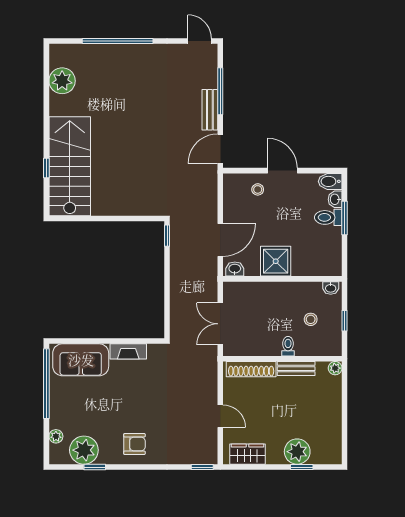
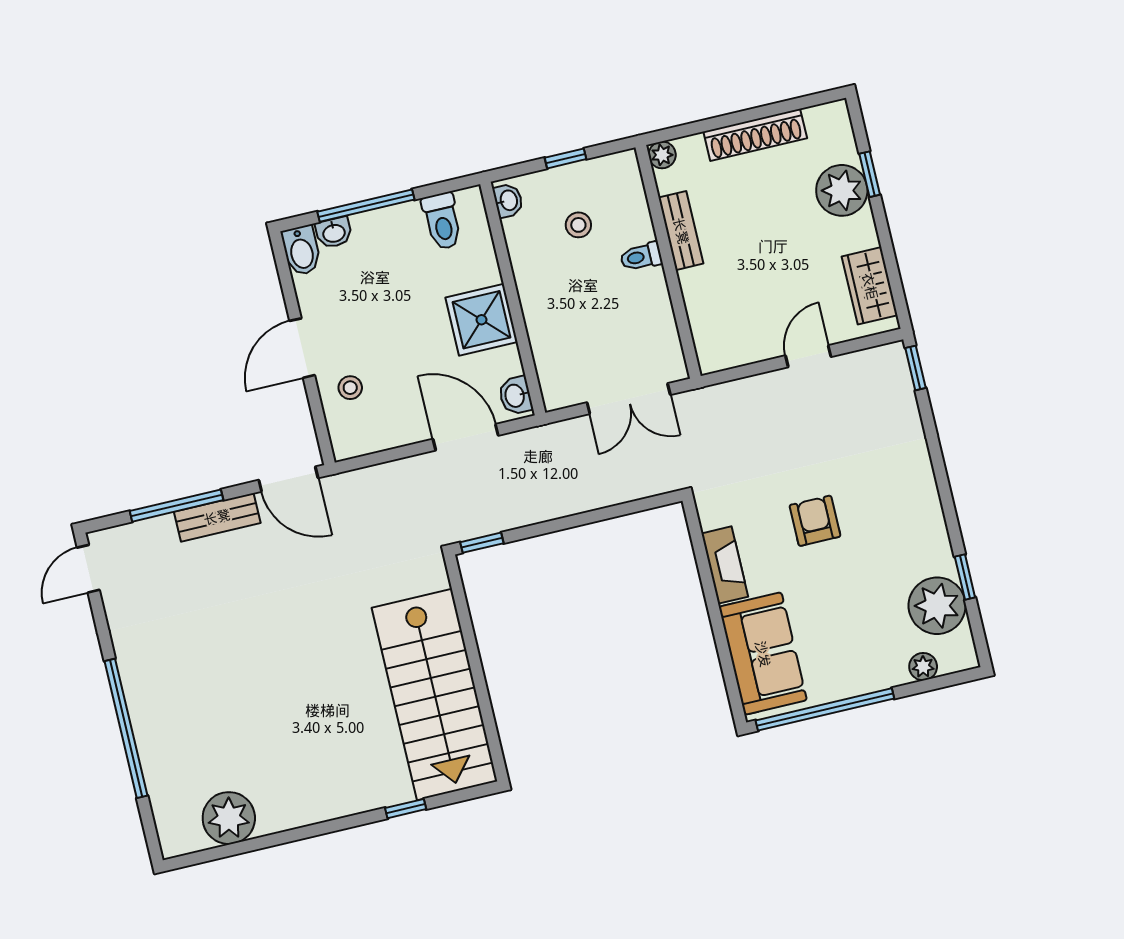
stairs: (70, 166) -> (435, 694), moved, turned -90
toilet: (328, 217) -> (442, 221), moved
window: (345, 218) -> (366, 206), width x1.44
shoe rack: (251, 369) -> (755, 135), moved, turned 90
armchair: (134, 444) -> (815, 521), moved

